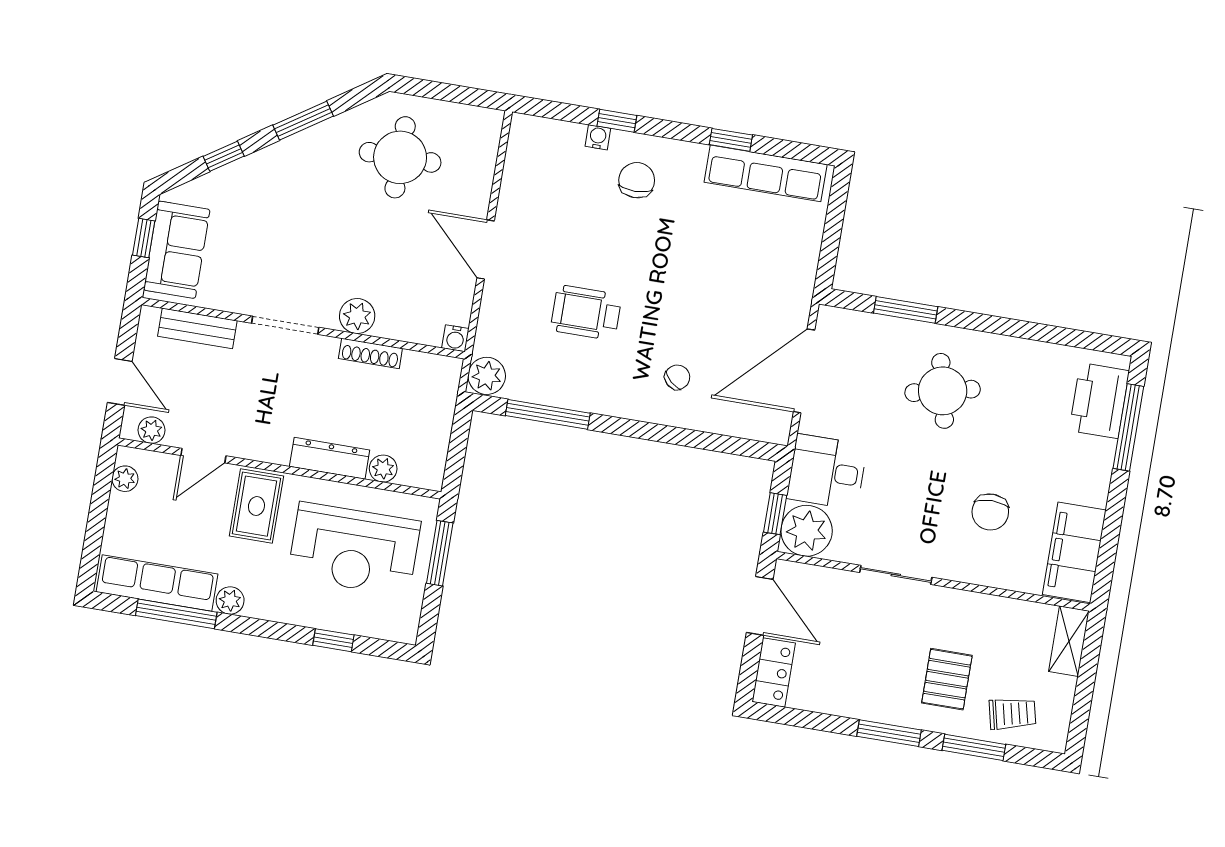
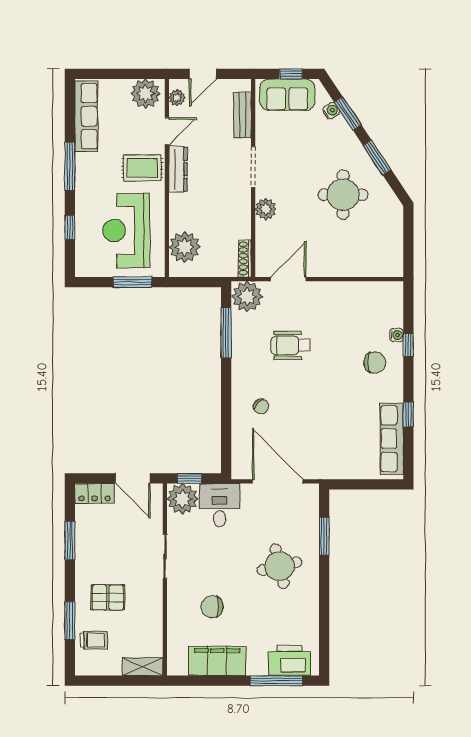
window: (224, 156) -> (348, 113), width x1.50
round table: (400, 157) -> (343, 195), moved
door: (486, 249) -> (288, 279), moved
wheelchair: (586, 313) -> (291, 345), turned -90
water cooler: (455, 338) -> (331, 111), moved, turned 146
shoe rack: (370, 353) -> (245, 259), moved
plant: (487, 376) -> (247, 297), width x1.36, depth x1.36
door: (203, 456) -> (167, 131), swing flipped
dresser: (330, 458) -> (178, 169), moved
plant: (383, 469) -> (185, 247), width x1.87, depth x1.87
plant: (125, 479) -> (145, 94), width x1.88, depth x1.88
filing cabinet: (1074, 552) -> (217, 661), moved
plant: (230, 600) -> (83, 162), removed
door: (760, 606) -> (133, 478), hinge flipped
window: (176, 614) -> (70, 166), moved
trolley: (1012, 714) -> (94, 640), turned -77
window: (889, 733) -> (70, 541), moved

